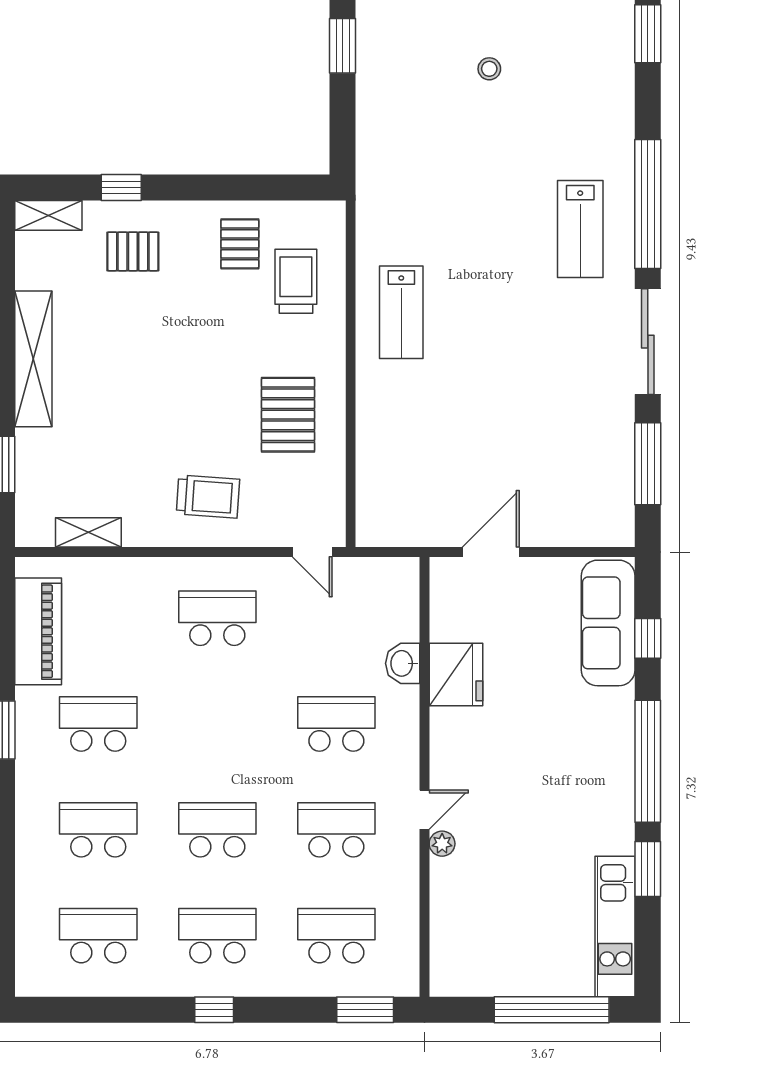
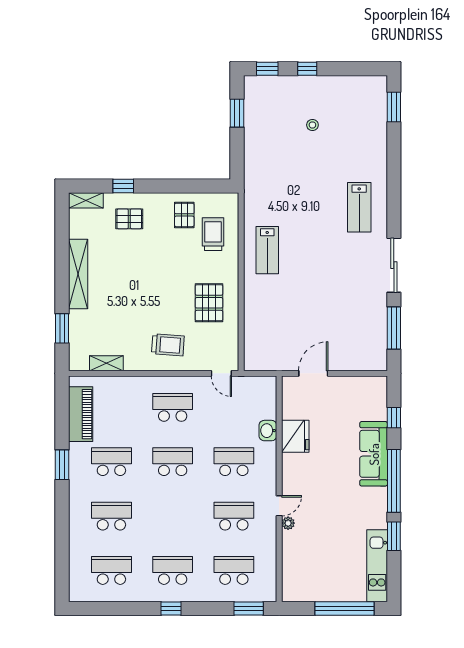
window: (648, 204) -> (394, 194), removed
sofa: (608, 623) -> (374, 454), moved
school desk: (217, 830) -> (173, 462), moved

